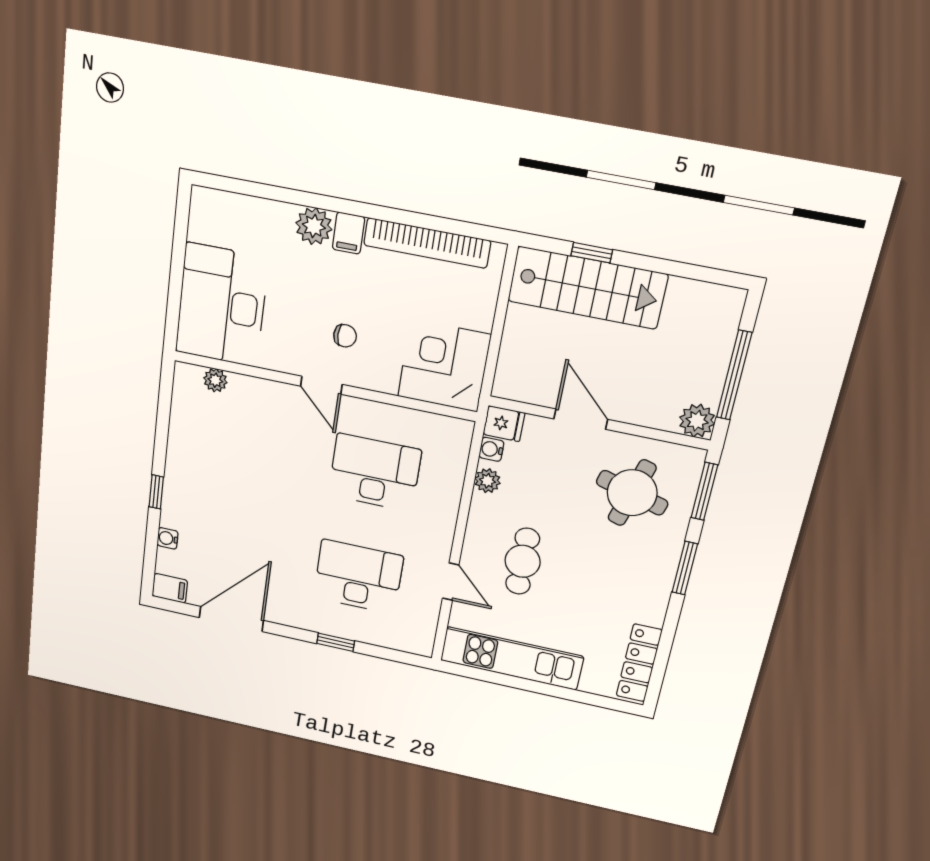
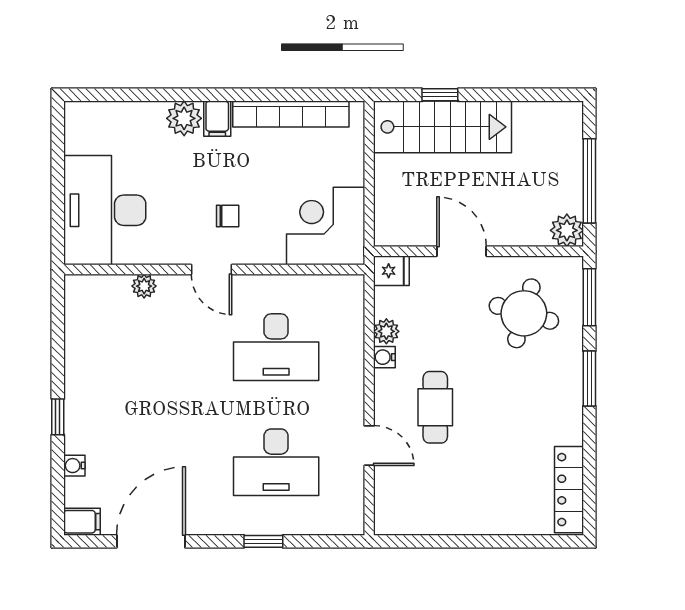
plant: (215, 380) -> (144, 286), moved
water cooler: (491, 449) -> (384, 357), moved
desk: (375, 473) -> (276, 347), turned 180
desk: (358, 577) -> (276, 462), turned 180
kitchen unit: (512, 658) -> (444, 515), removed

